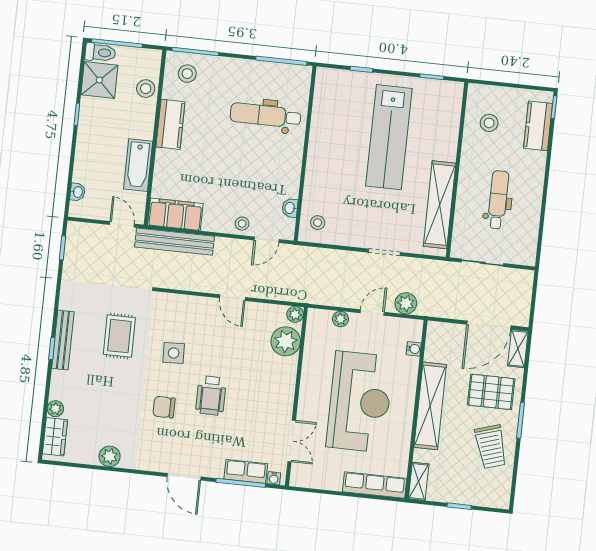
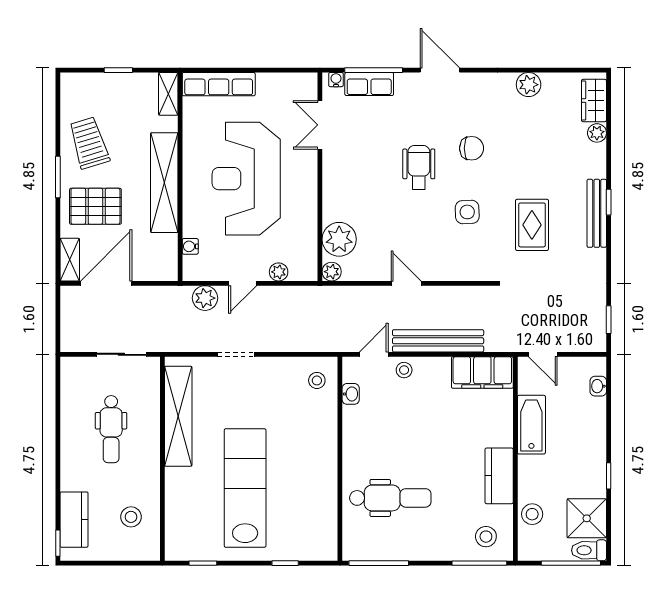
bench: (174, 242) -> (438, 341), moved

